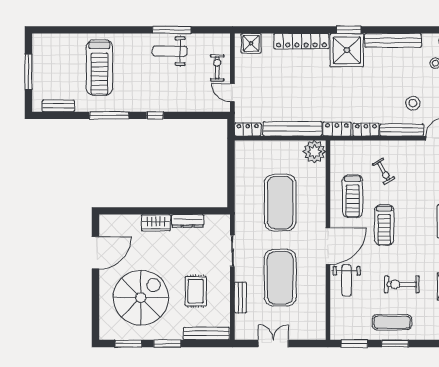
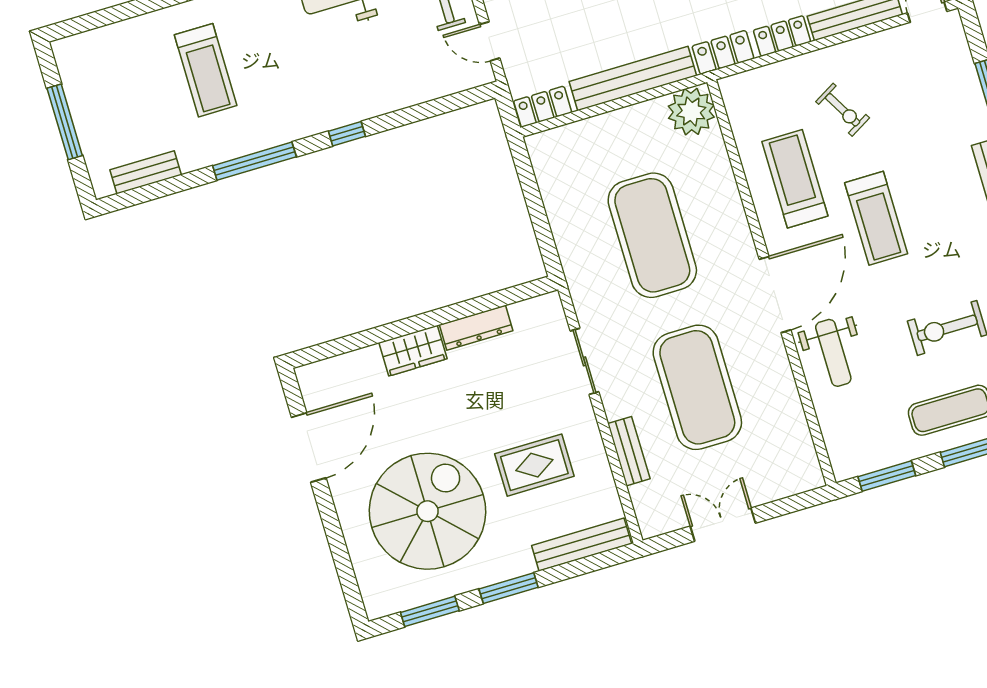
treadmill: (99, 67) -> (206, 70), width x0.73, depth x0.73
treadmill: (353, 196) -> (795, 179), turned 180
rug: (196, 291) -> (534, 465), turned 90

